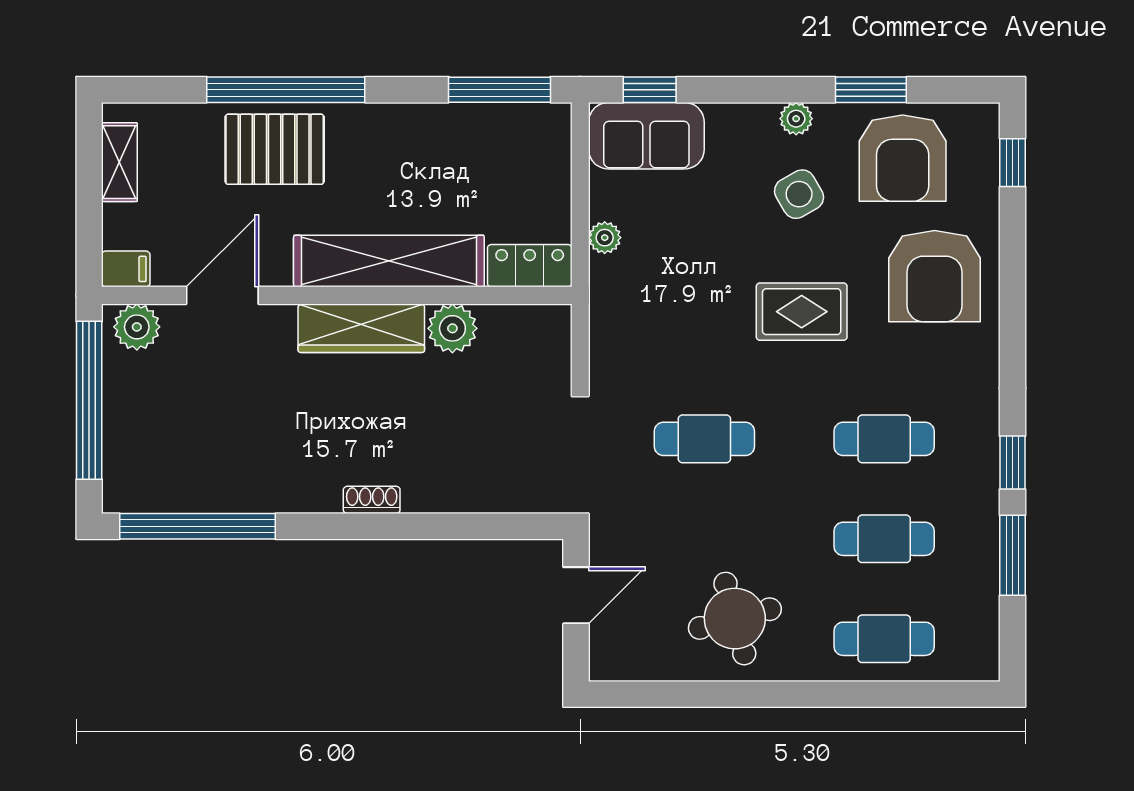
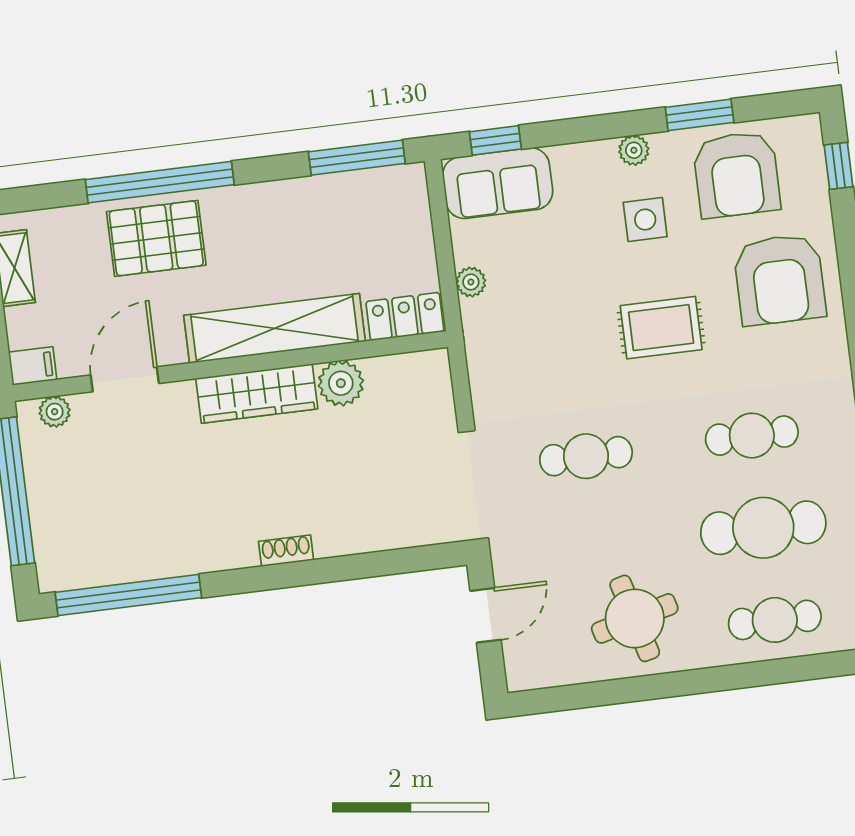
side table: (799, 194) -> (645, 220), turned 30
plant: (137, 327) -> (55, 412), width x0.73, depth x0.73
cafe table: (884, 539) -> (763, 528), width x1.37, depth x1.35

